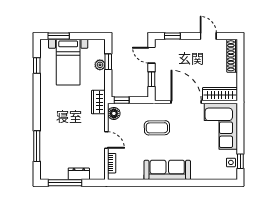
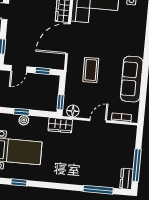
sofa: (167, 170) -> (132, 79), moved
dresser: (79, 174) -> (126, 179), moved

